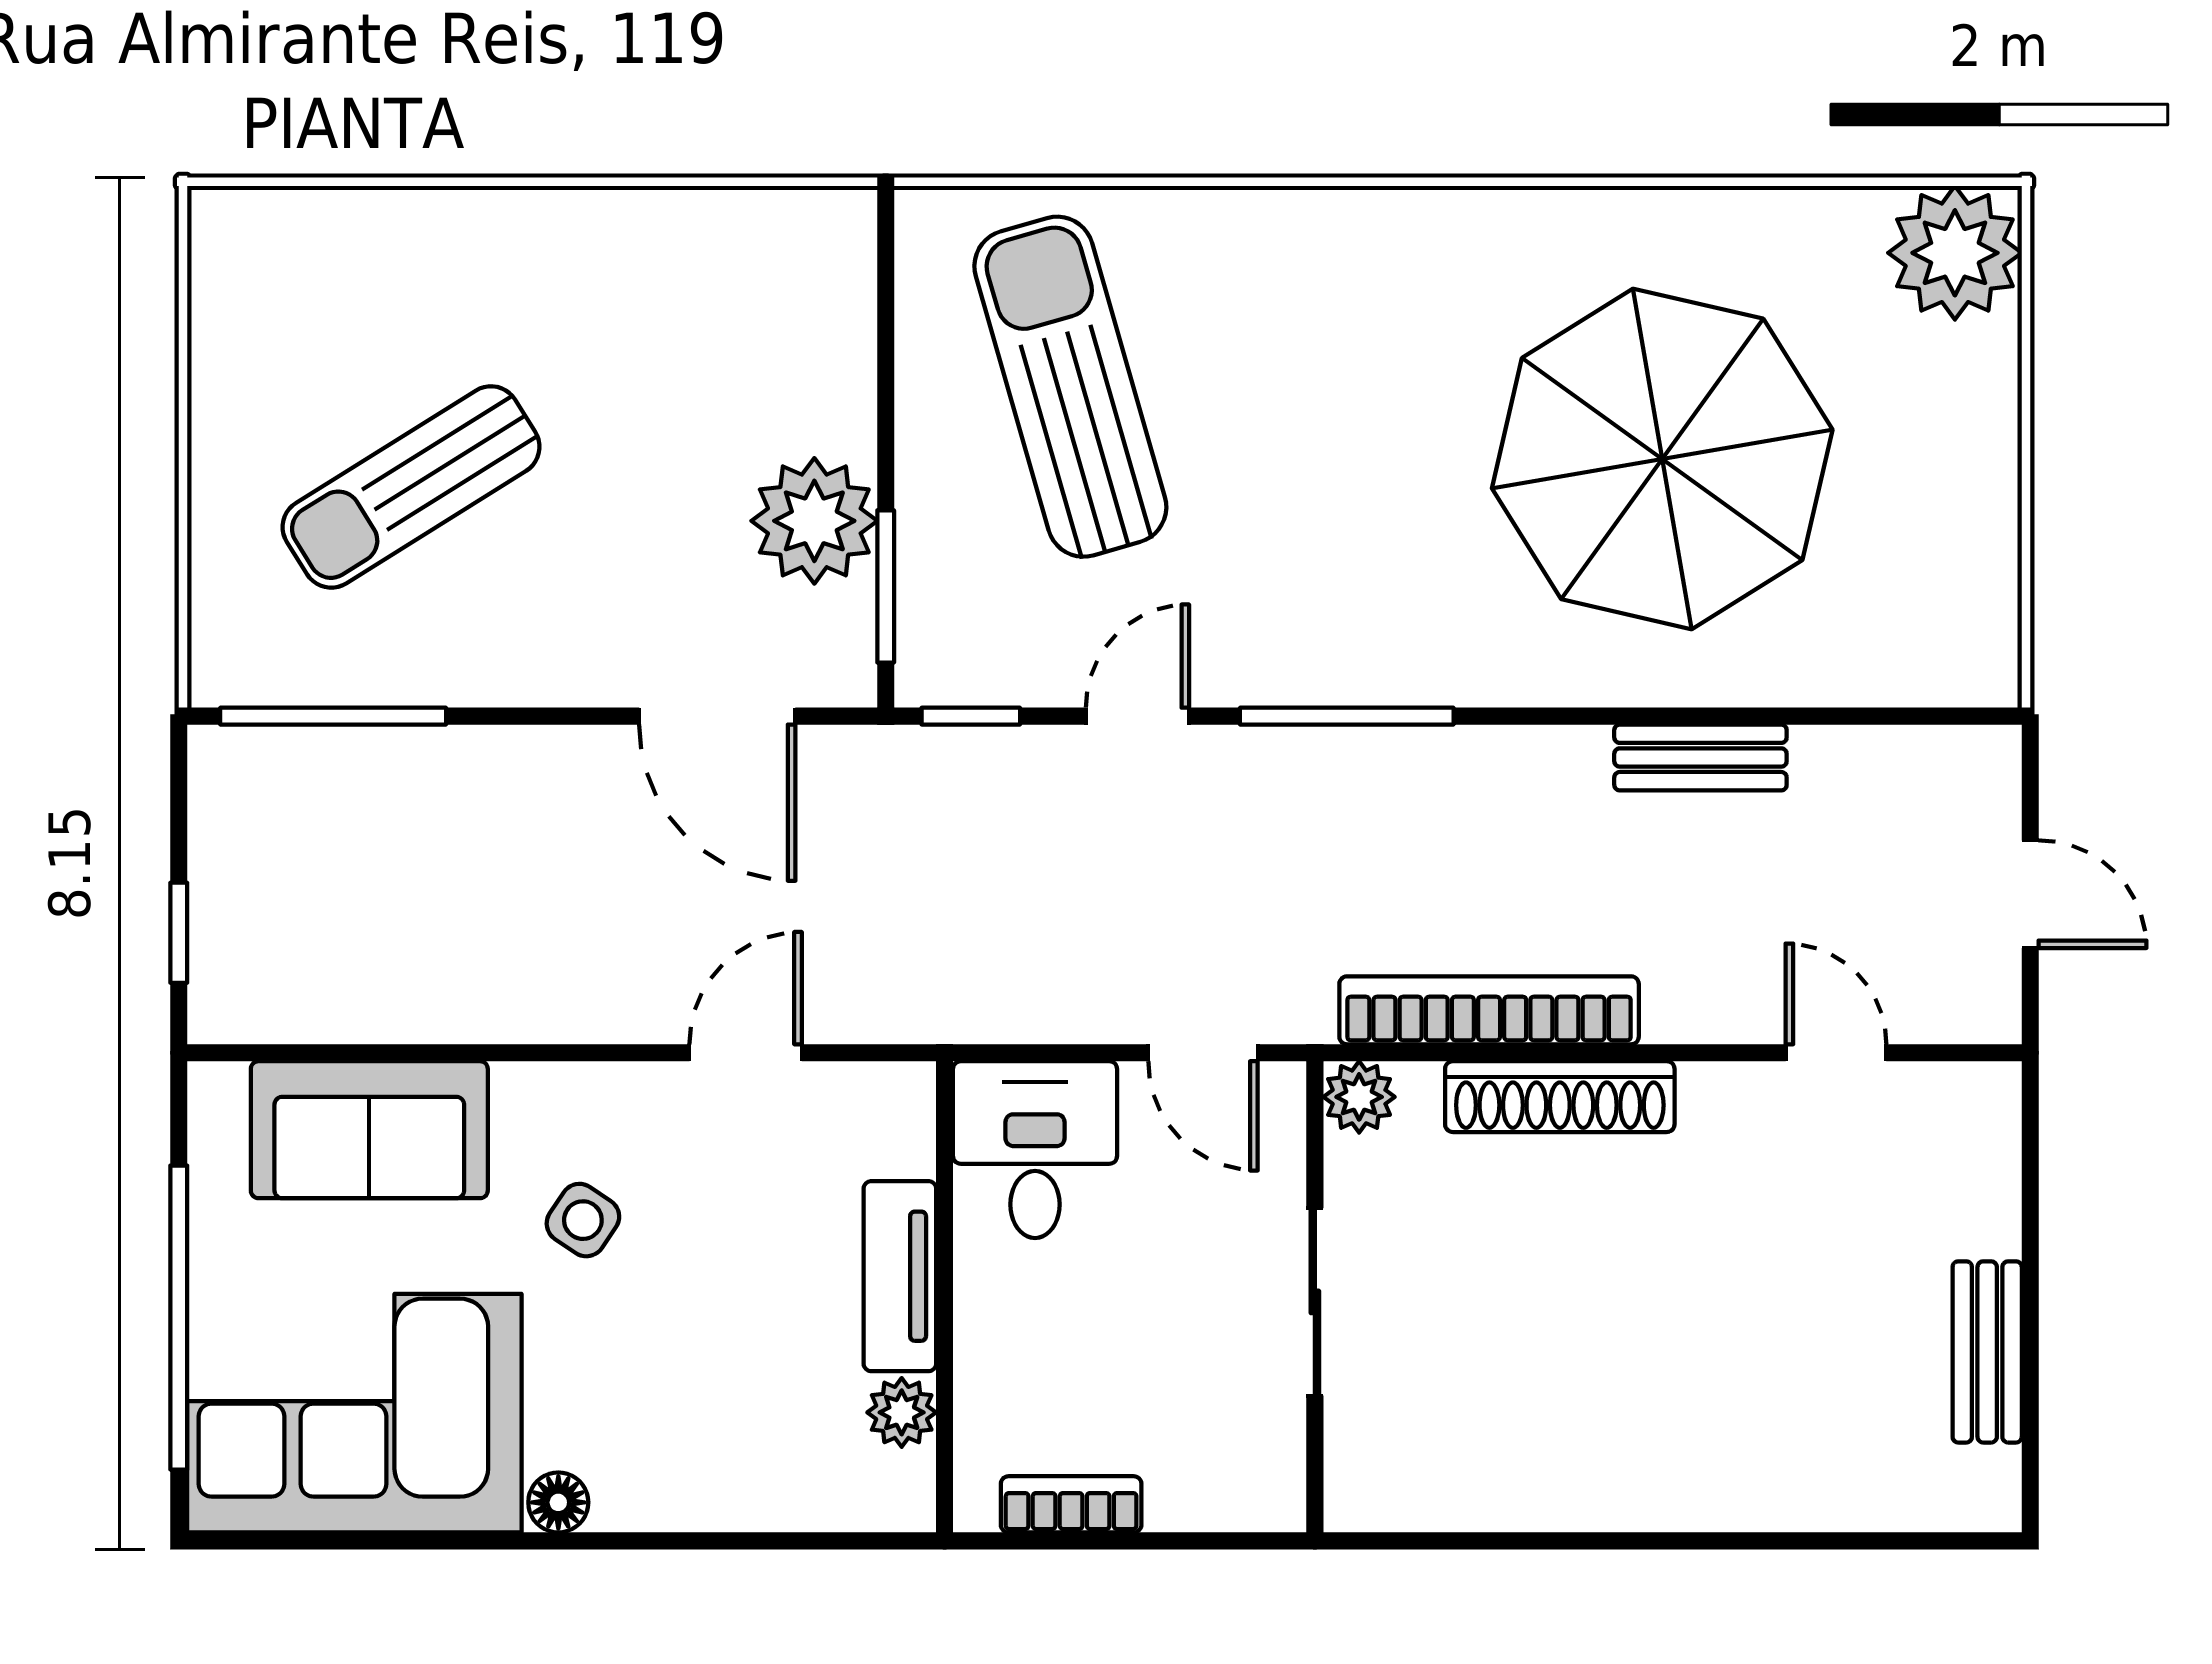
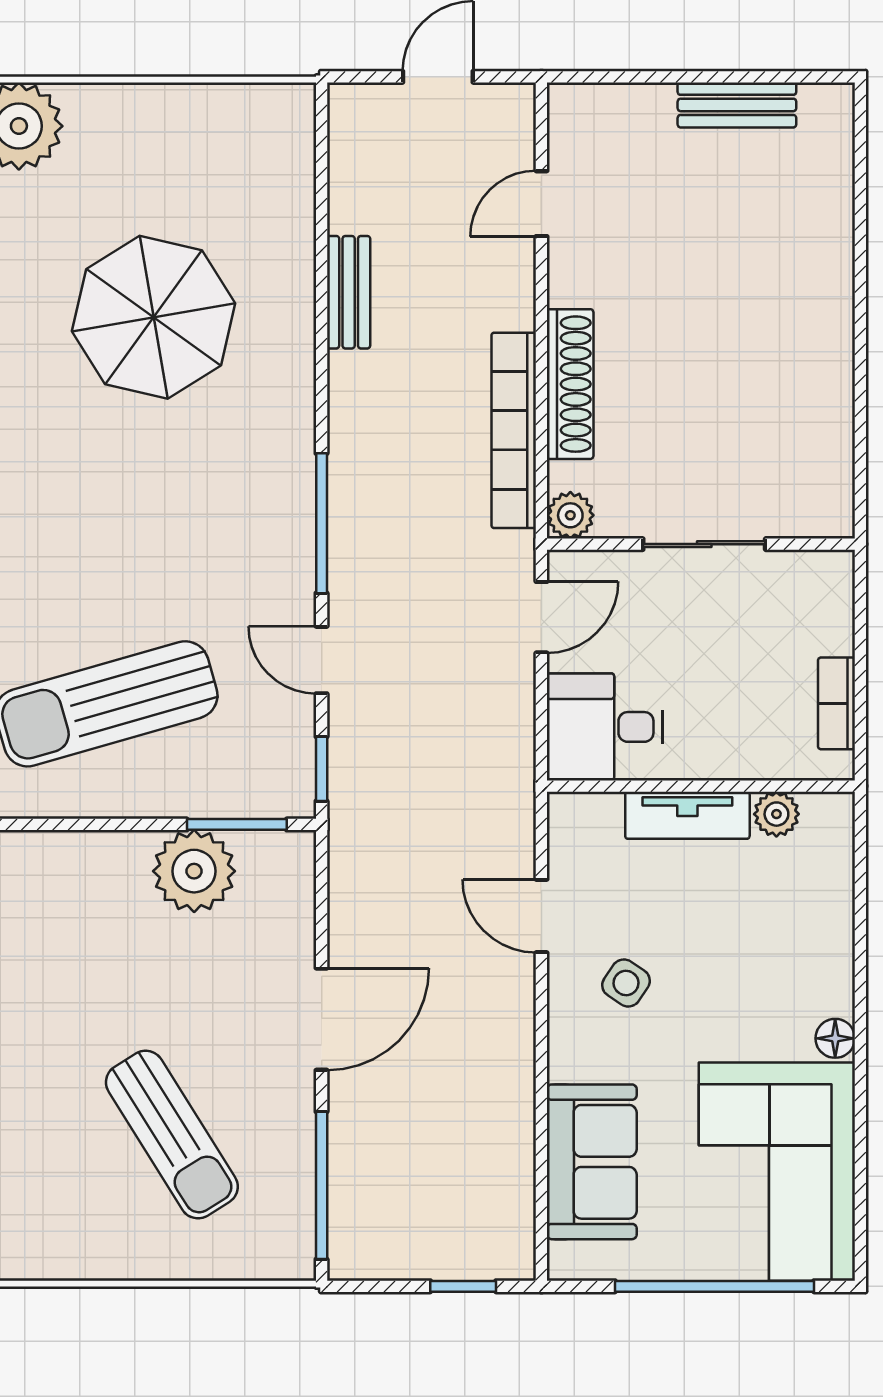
parasol: (1662, 459) -> (154, 317), width x0.73, depth x0.73
door: (717, 716) -> (322, 1019), moved
side table: (583, 1220) -> (626, 983), moved

